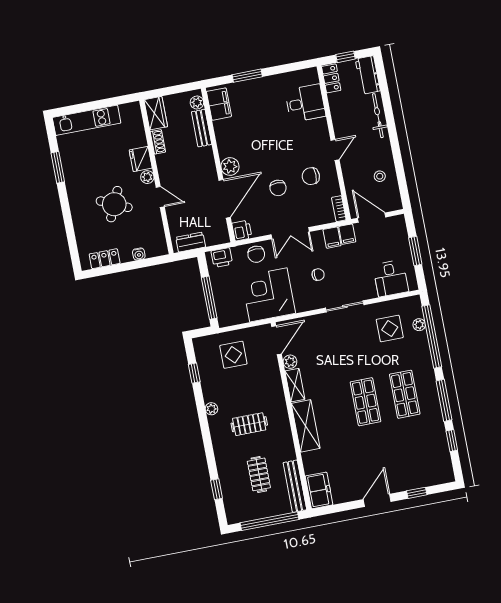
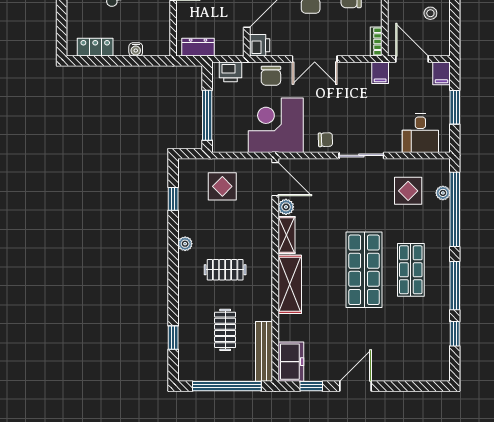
filing cabinet: (332, 238) -> (441, 73), moved
chair: (318, 275) -> (325, 140), moved
door: (276, 340) -> (275, 179), hinge flipped
shop shelf: (366, 402) -> (364, 270), width x1.43, depth x1.36
window: (417, 493) -> (311, 386), moved

